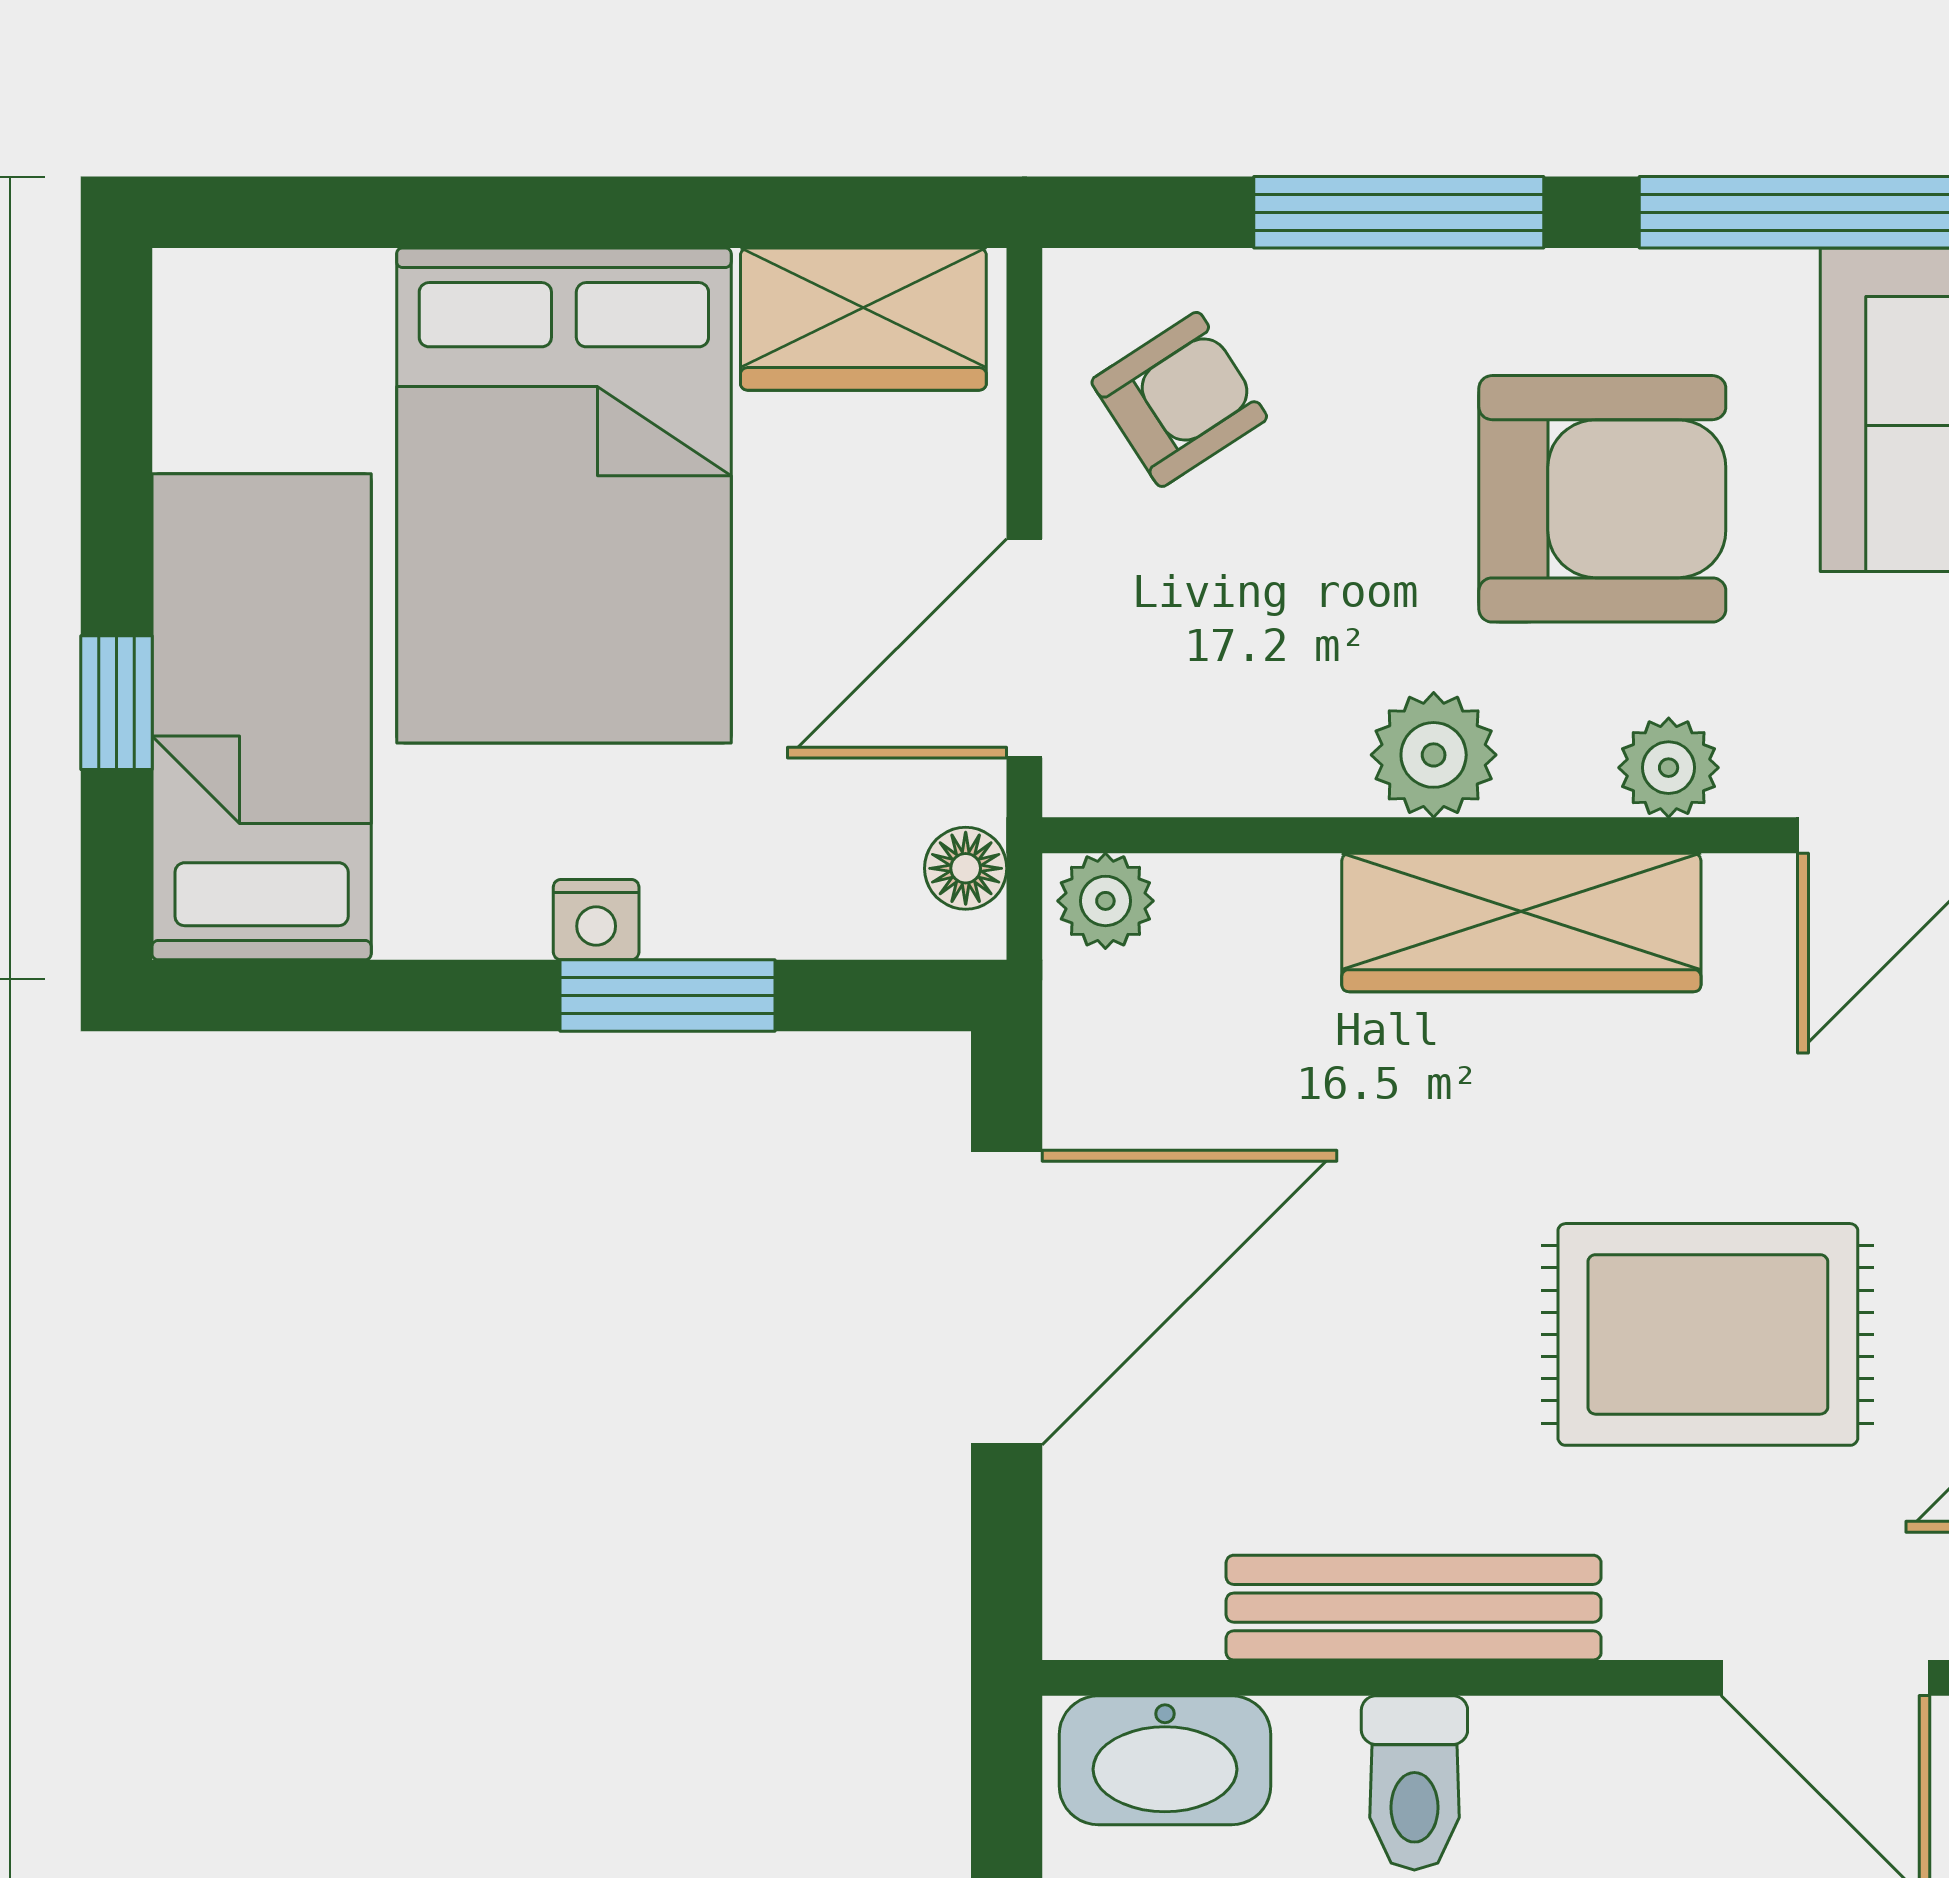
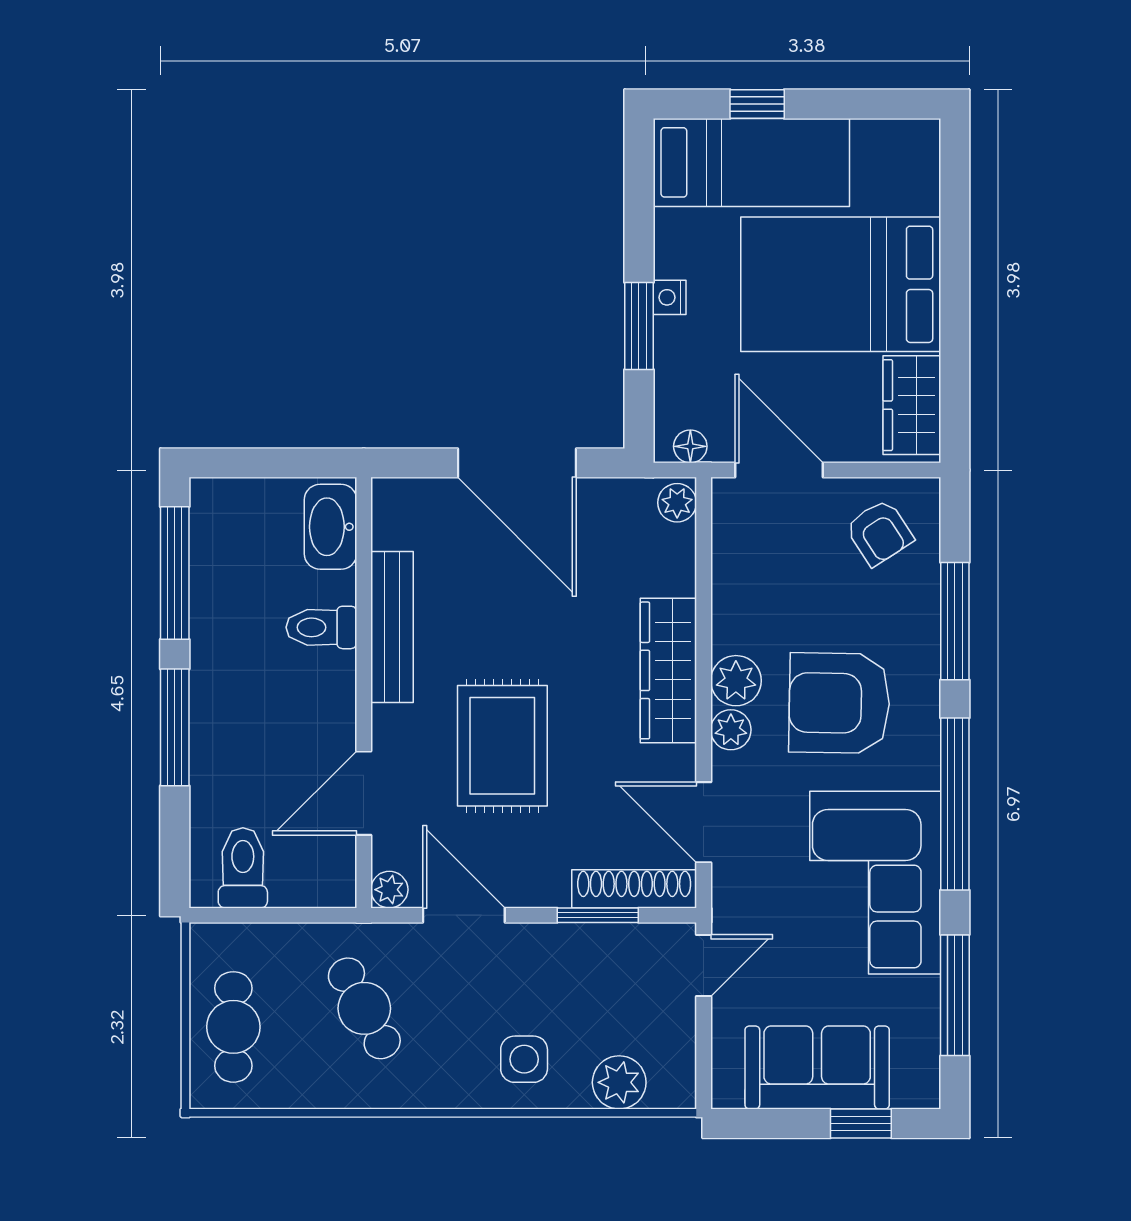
armchair: (1602, 499) -> (839, 703), turned 91
plant: (1434, 755) -> (736, 681), moved

